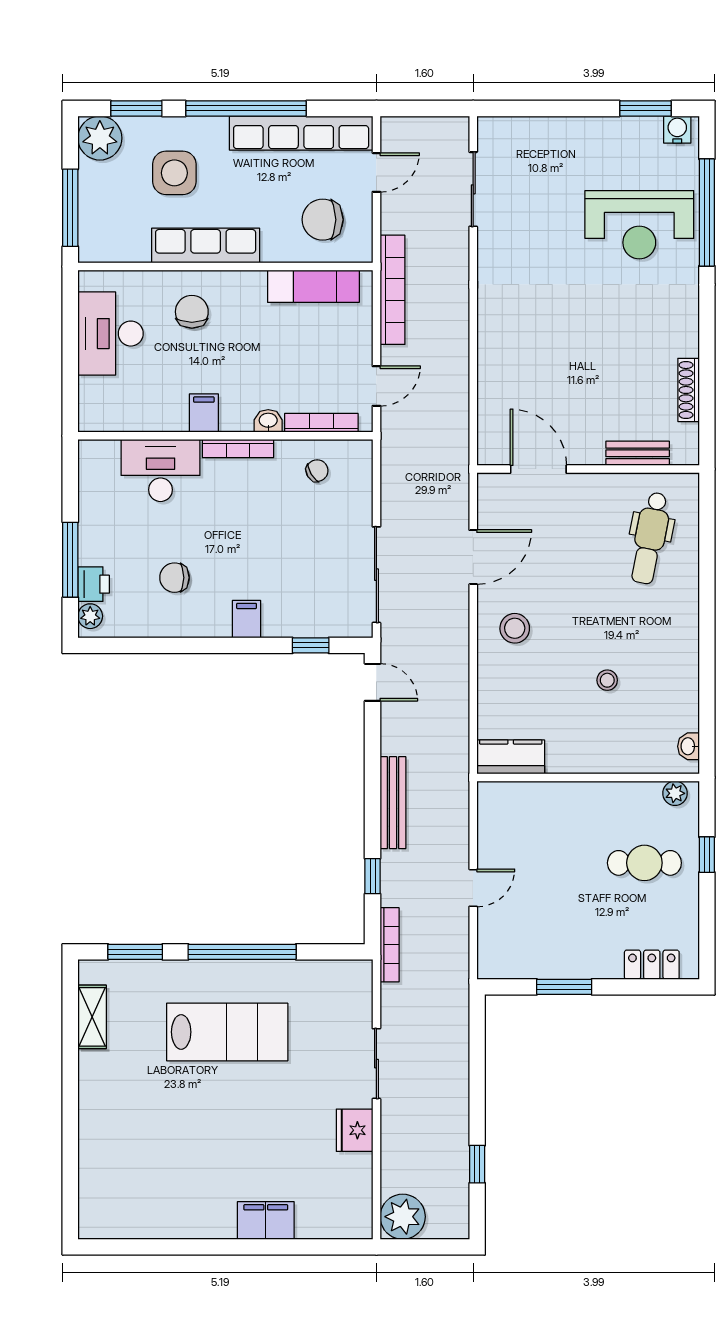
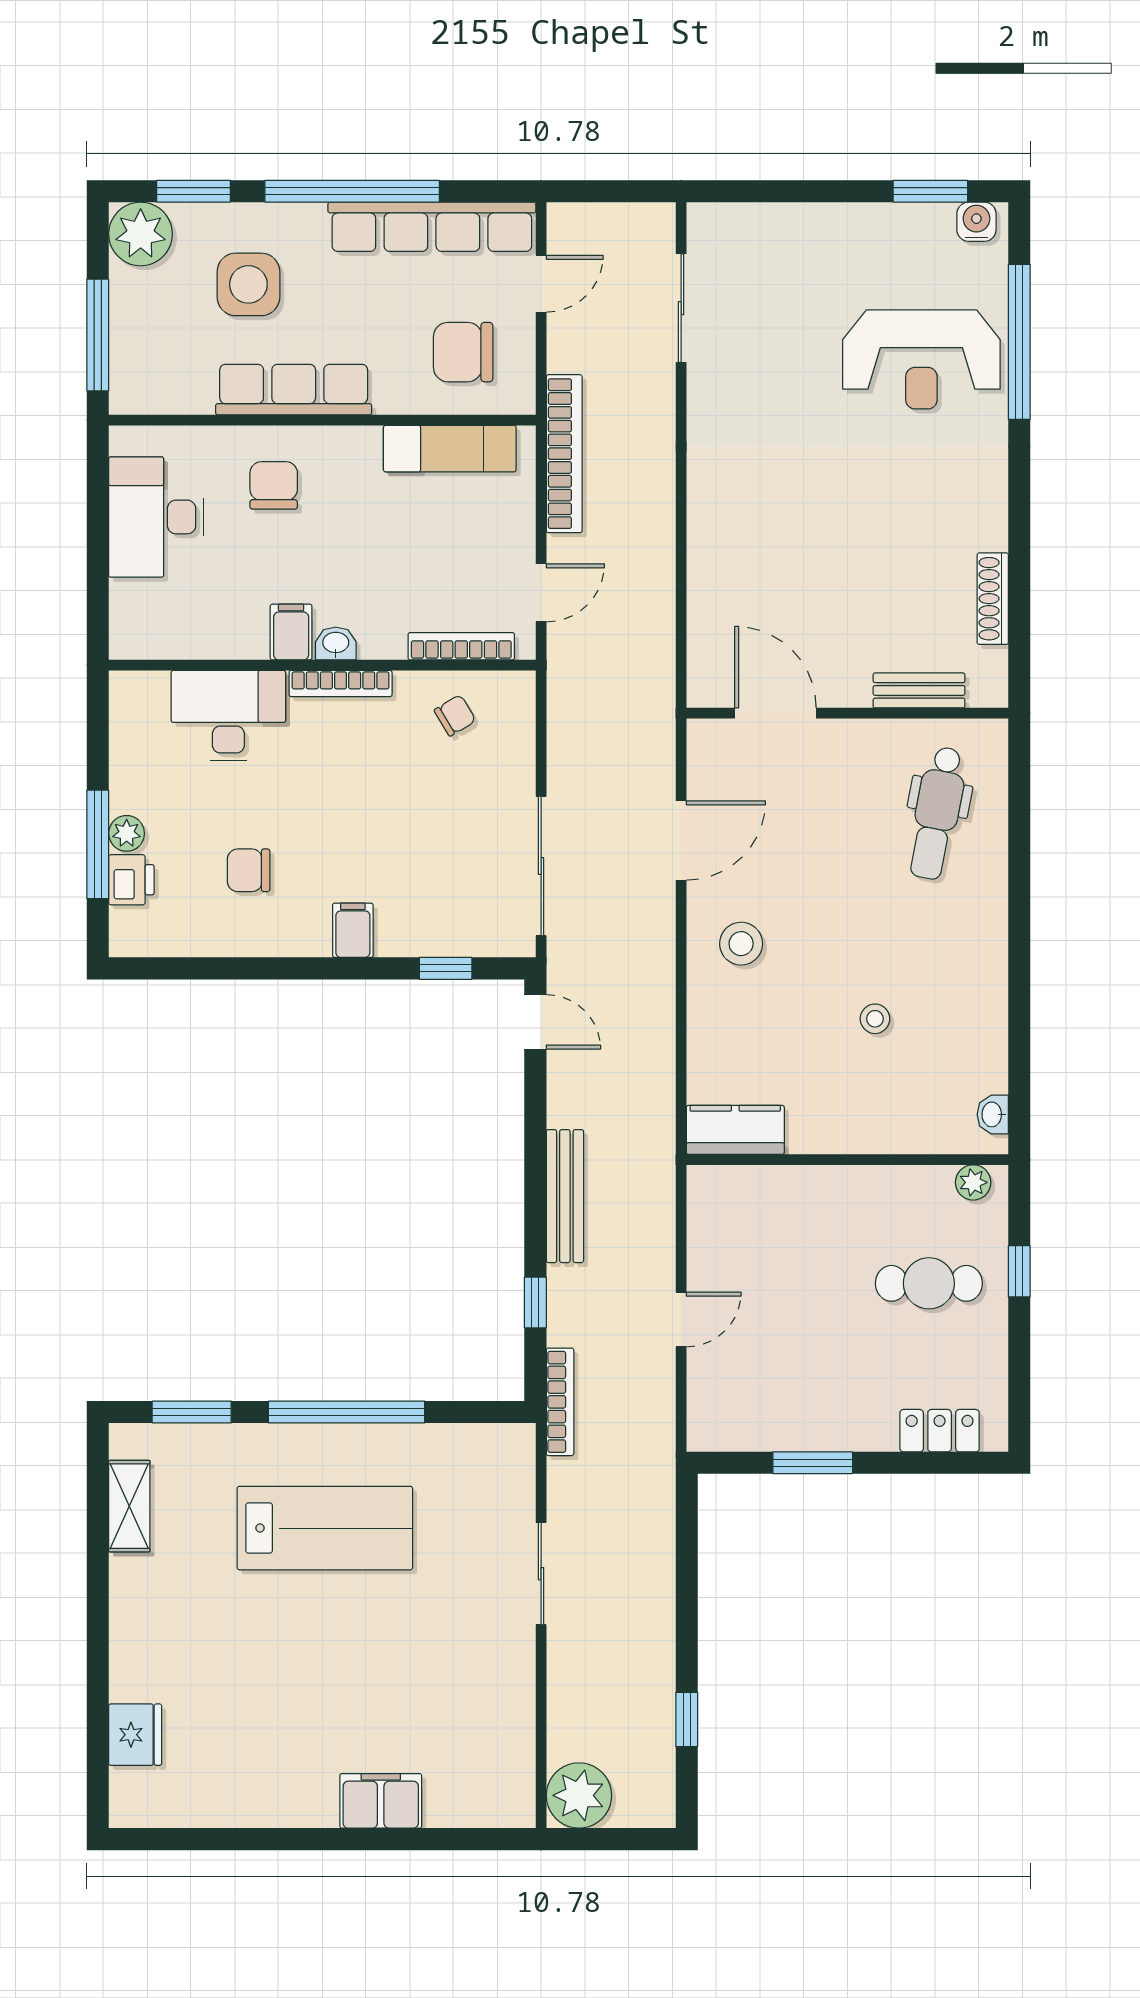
washbasin: (268, 421) -> (336, 643), moved
plant: (90, 616) -> (127, 833), moved
fridge: (355, 1130) -> (135, 1735), moved, turned 180

